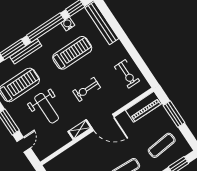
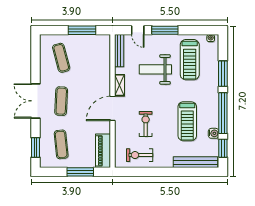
bench: (26, 51) -> (119, 51), moved
exercise bike: (87, 89) -> (146, 124), moved

